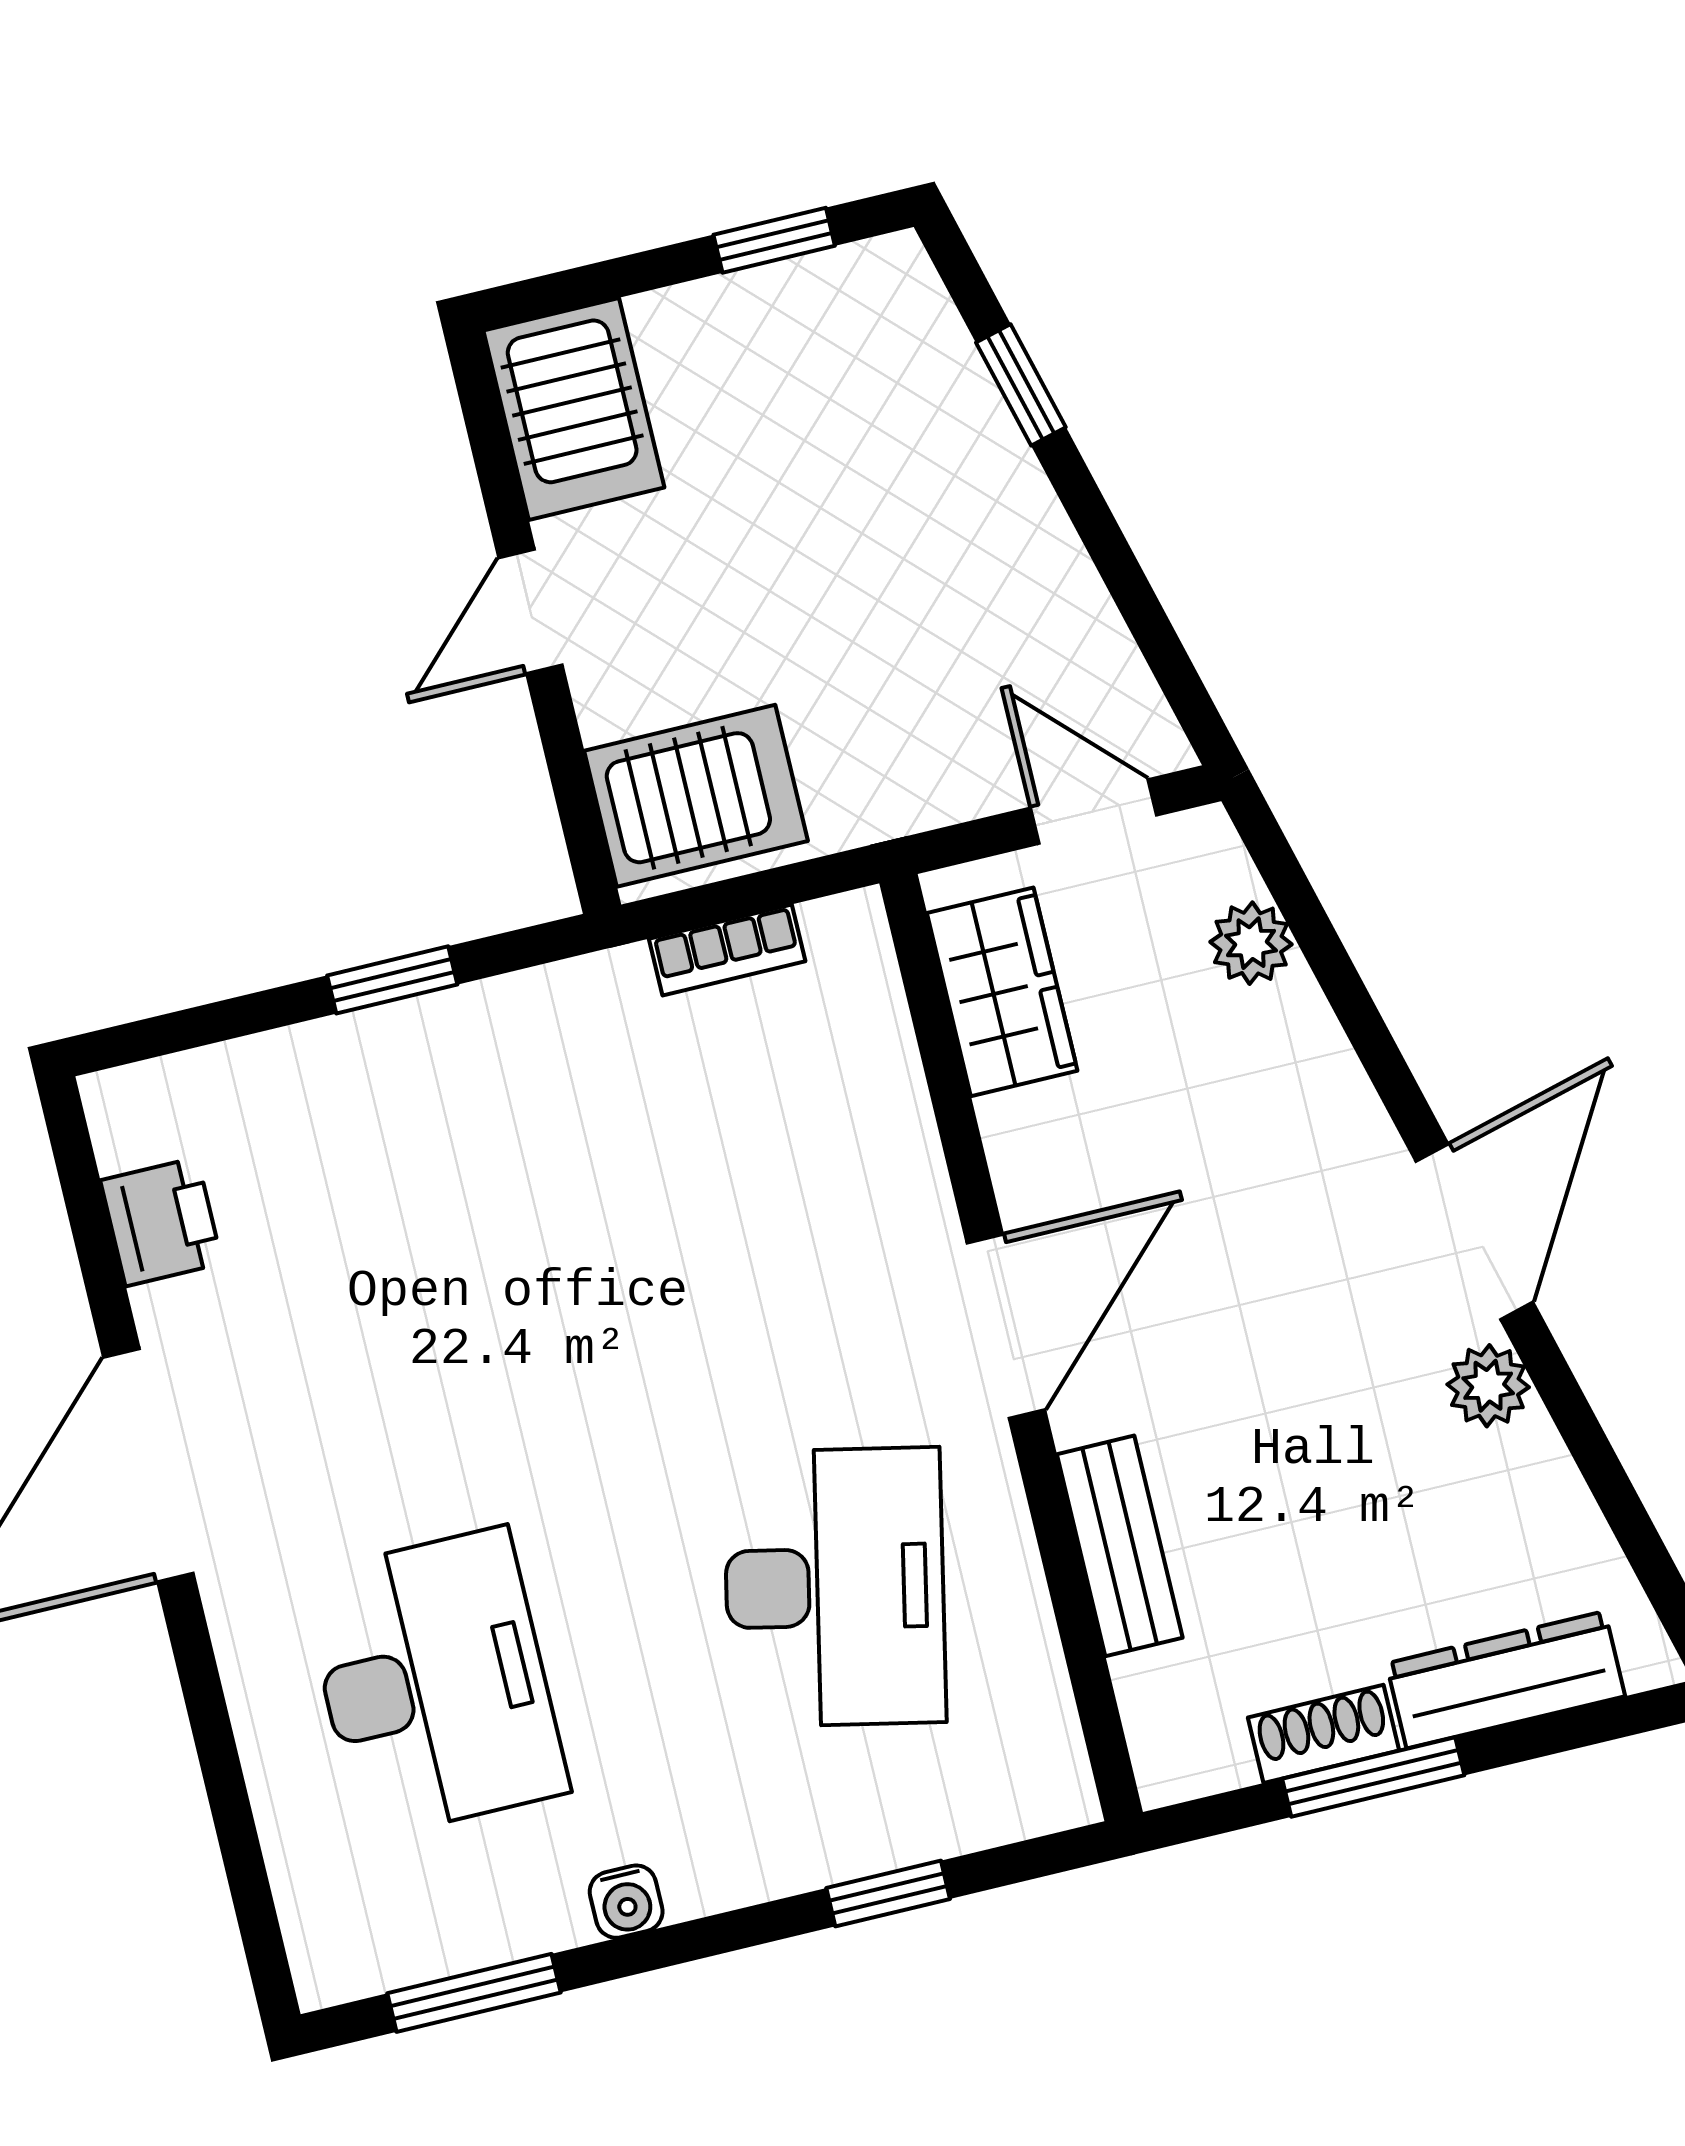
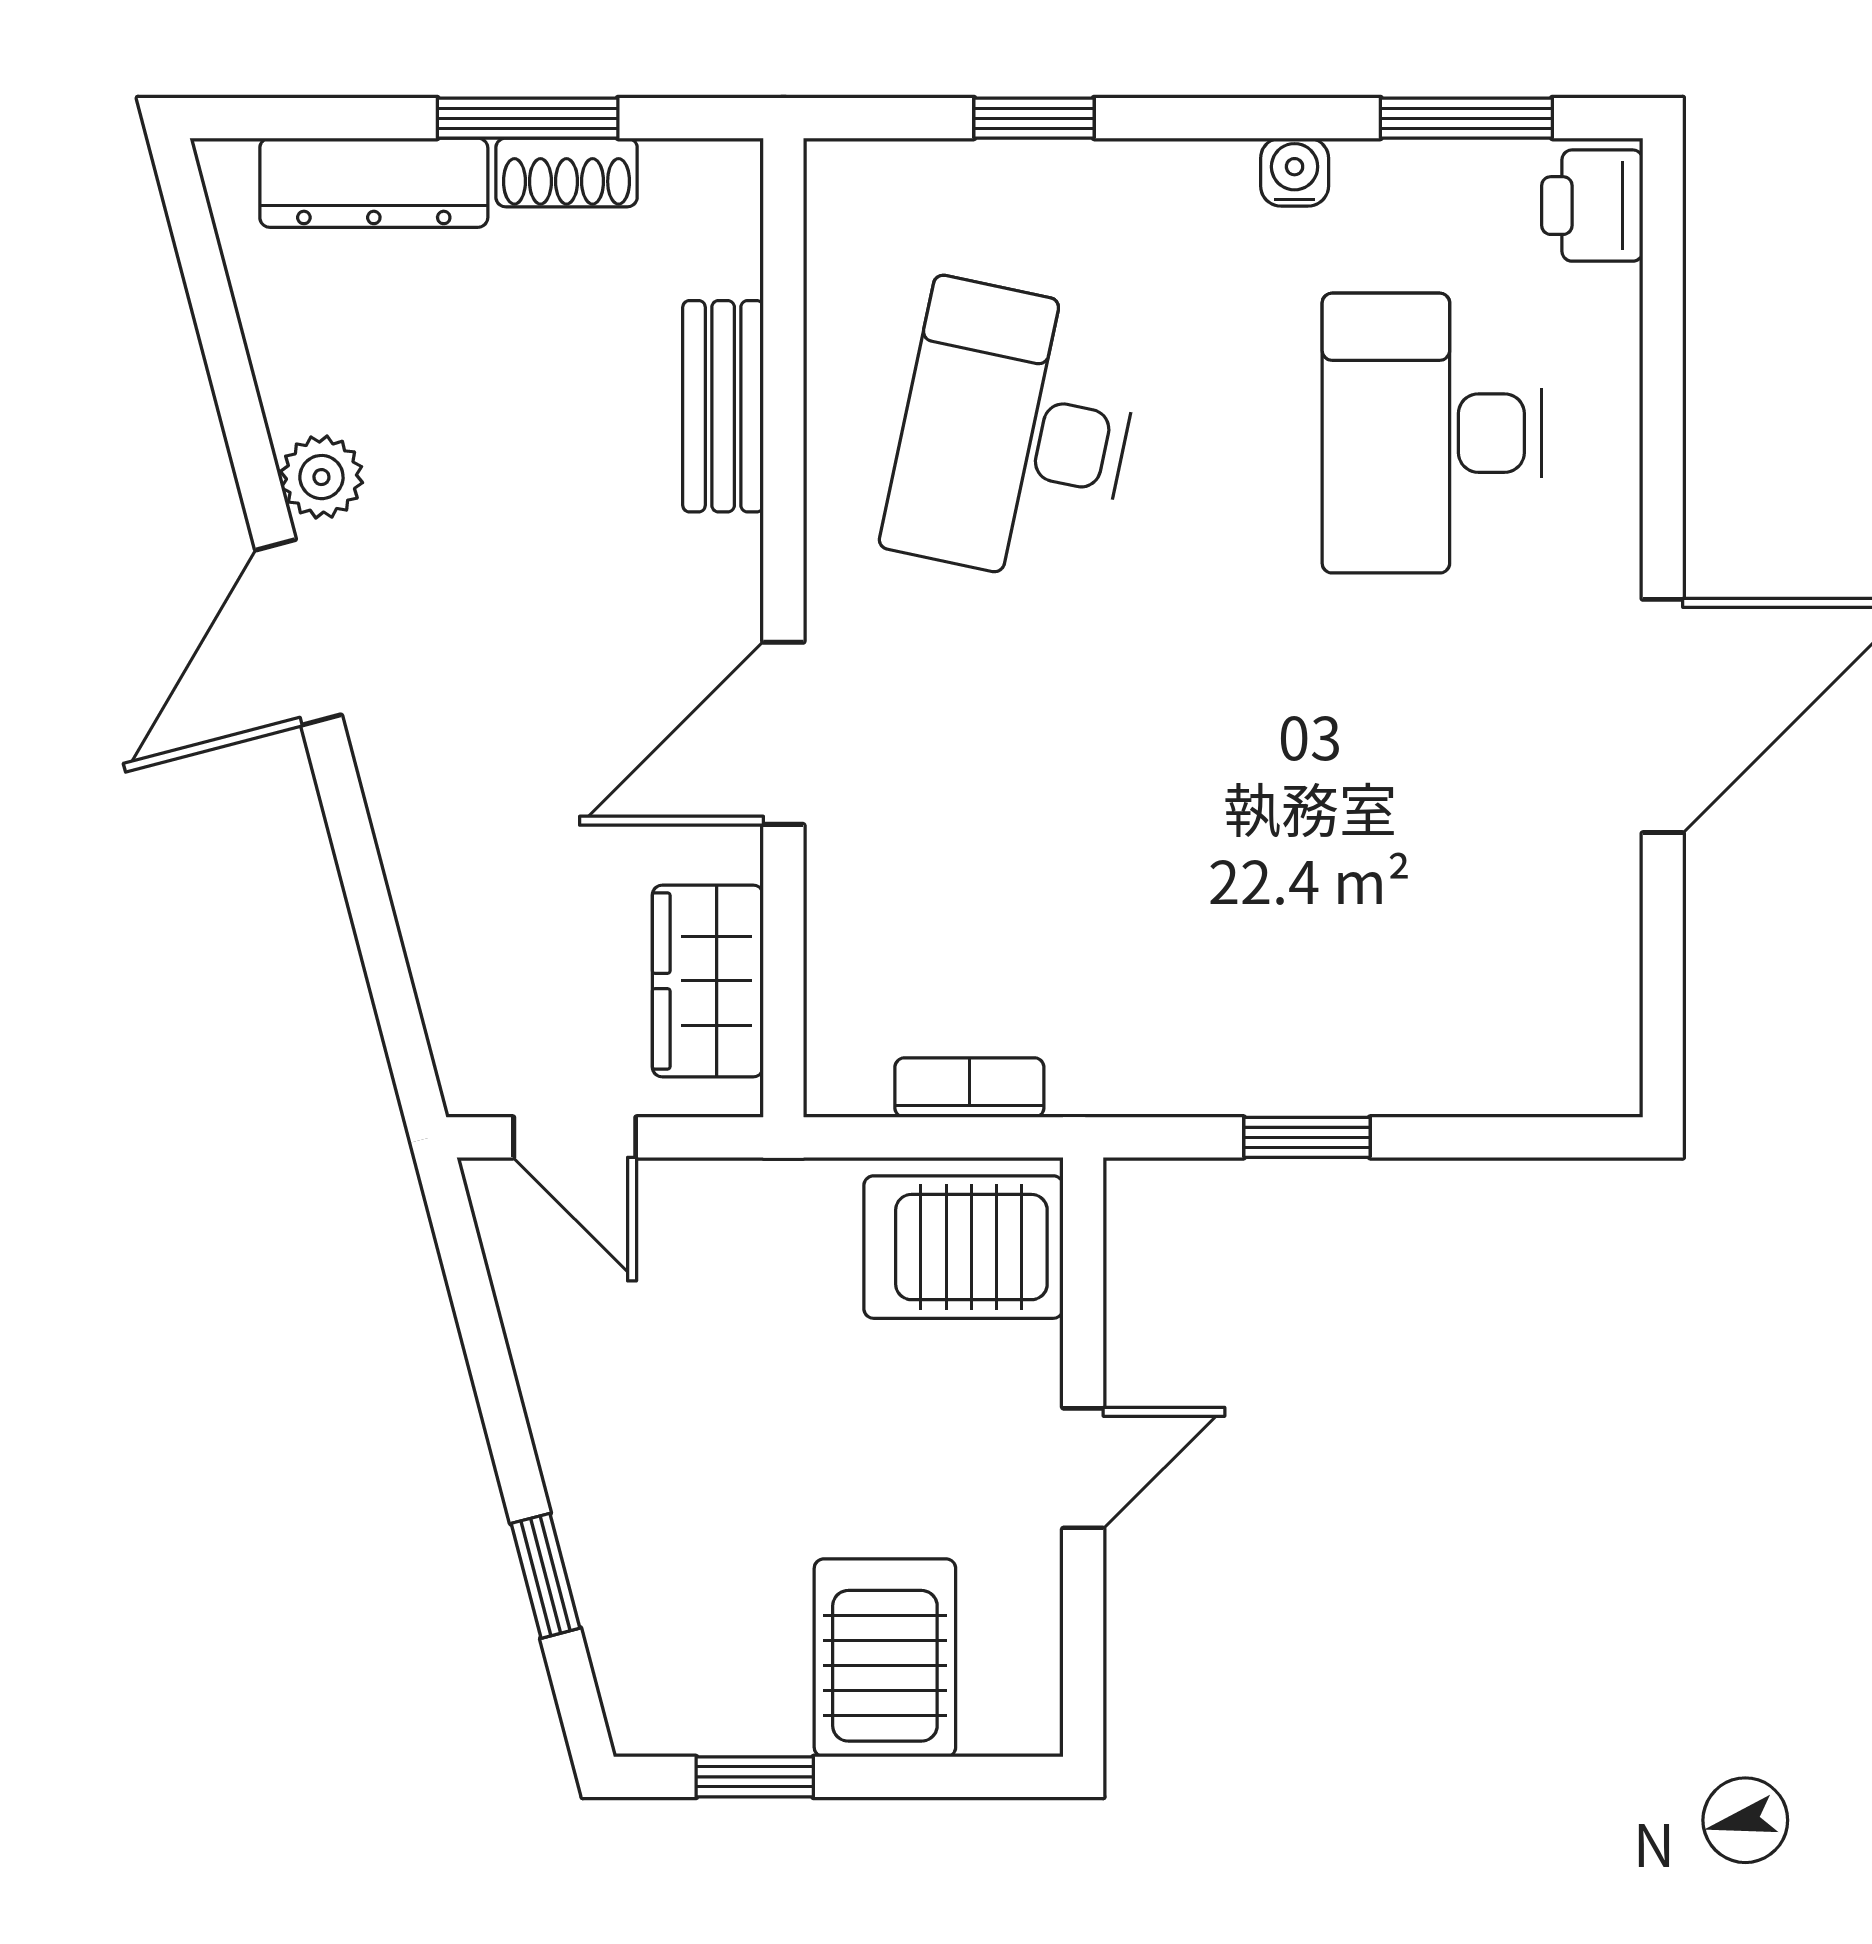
server rack: (574, 409) -> (885, 1658), moved
plant: (1251, 943) -> (451, 970), removed
printer: (161, 1222) -> (1592, 206), moved
door: (1006, 1326) -> (783, 733), moved

